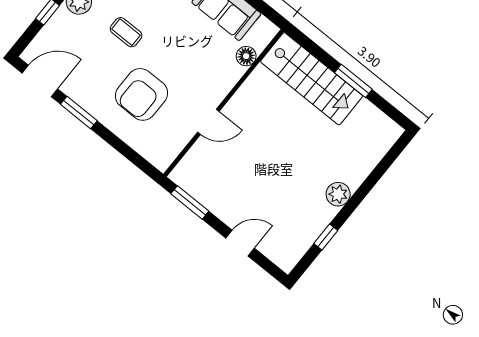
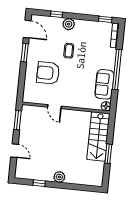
floor lamp: (246, 56) -> (106, 106), moved

